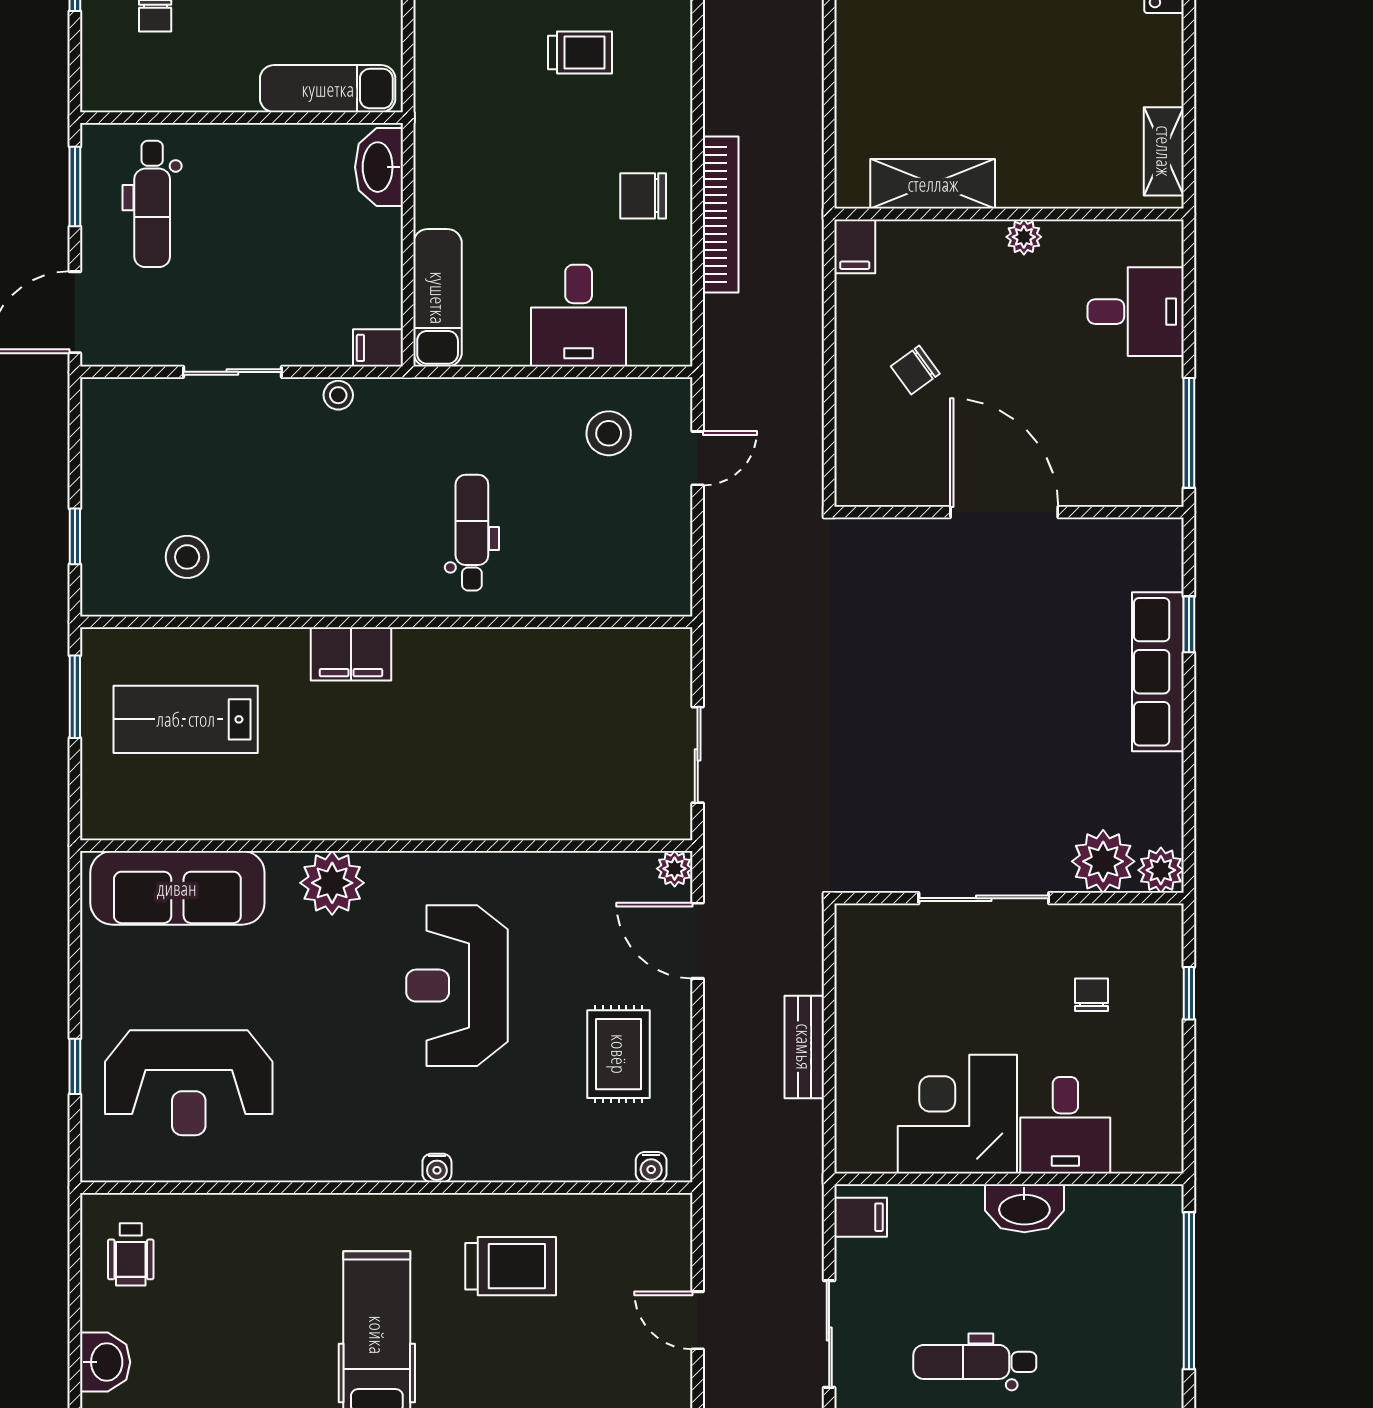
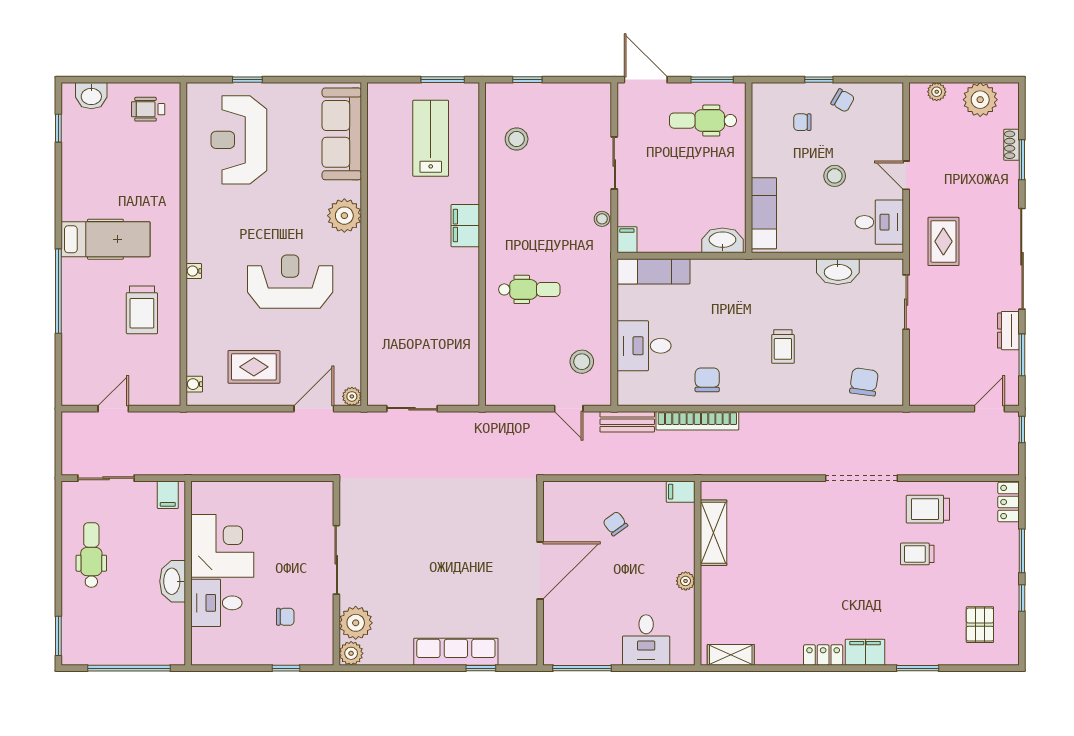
bench: (804, 1047) -> (627, 422), moved

